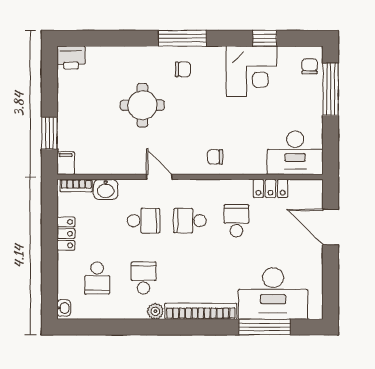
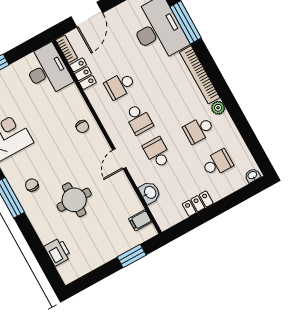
printer: (71, 57) -> (58, 252), moved
filing cabinet: (66, 163) -> (140, 220), moved
bookcase: (76, 186) -> (67, 49), moved

